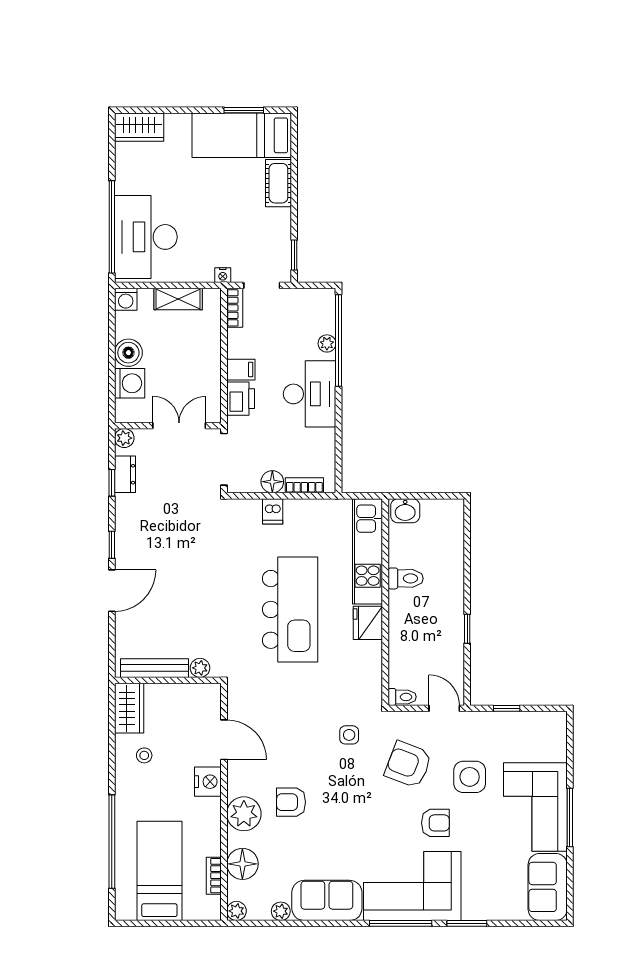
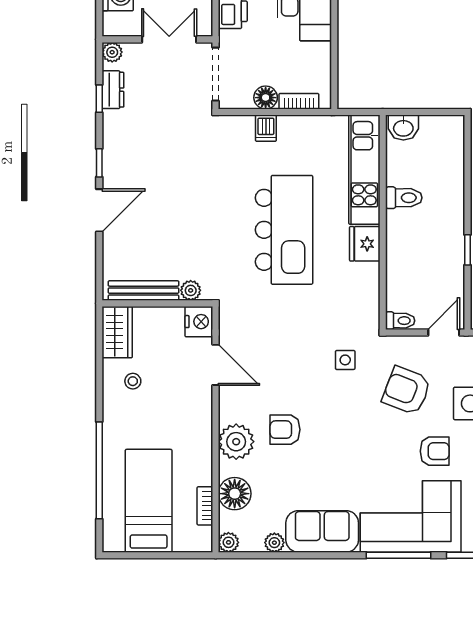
door: (444, 708) -> (444, 332), hinge flipped
nightstand: (208, 782) -> (199, 322), moved

